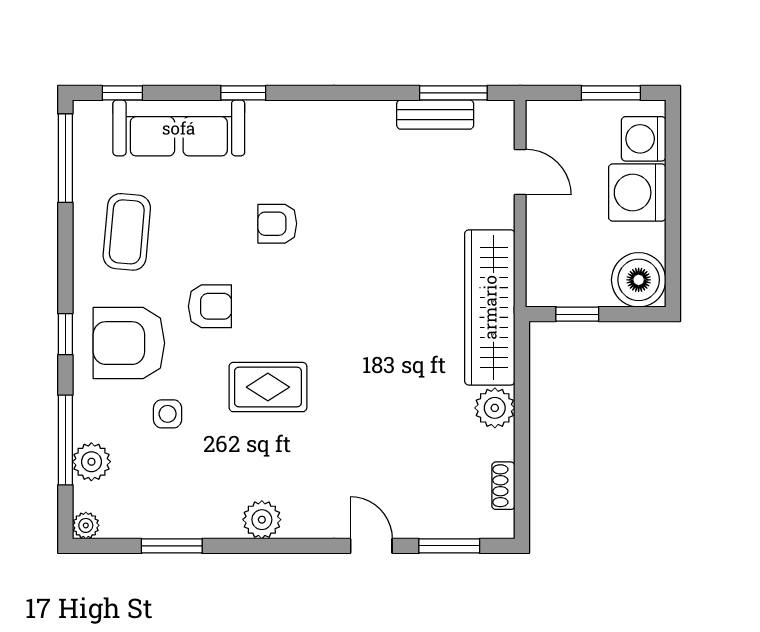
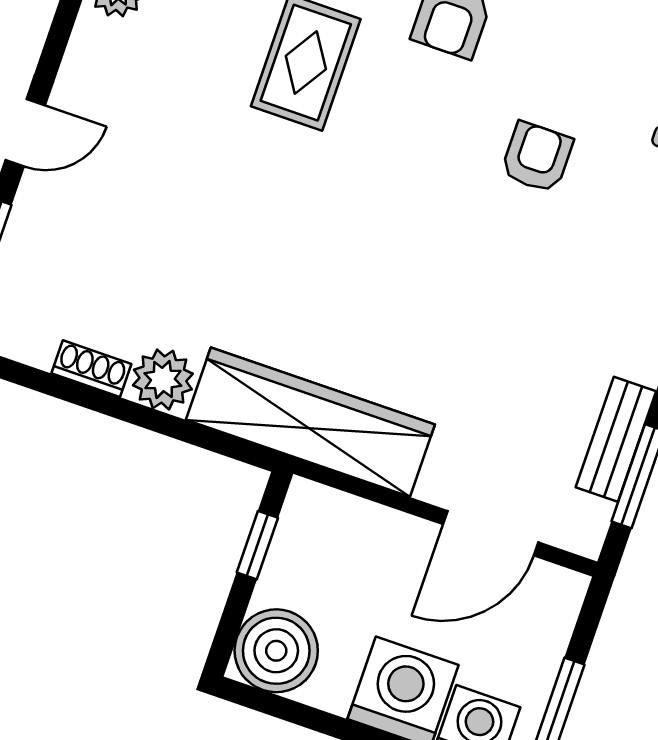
door: (520, 172) -> (491, 533), width x1.38
shoe rack: (503, 486) -> (91, 369), moved

